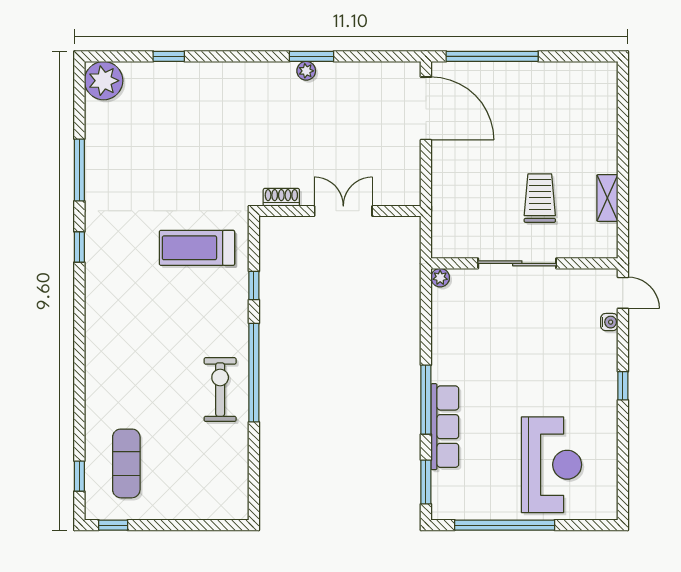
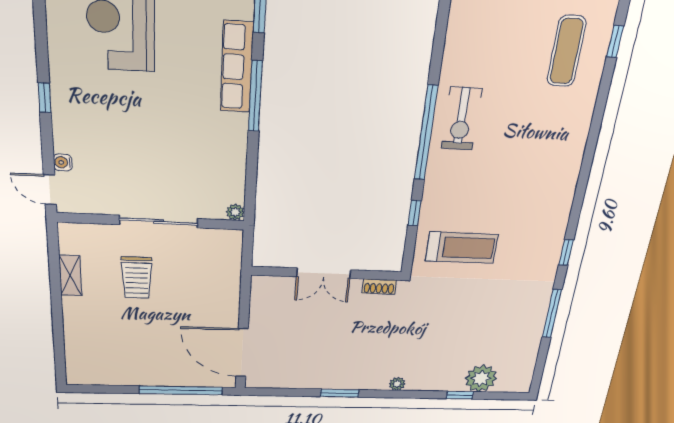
plant: (306, 71) -> (397, 384), moved
plant: (104, 81) -> (481, 378), moved

